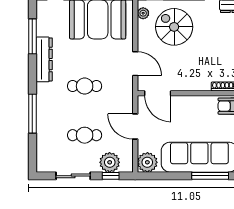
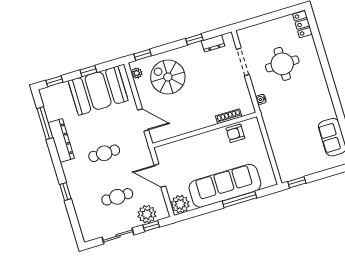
door: (158, 93) -> (171, 140), removed
window: (32, 114) -> (65, 192), width x0.46

